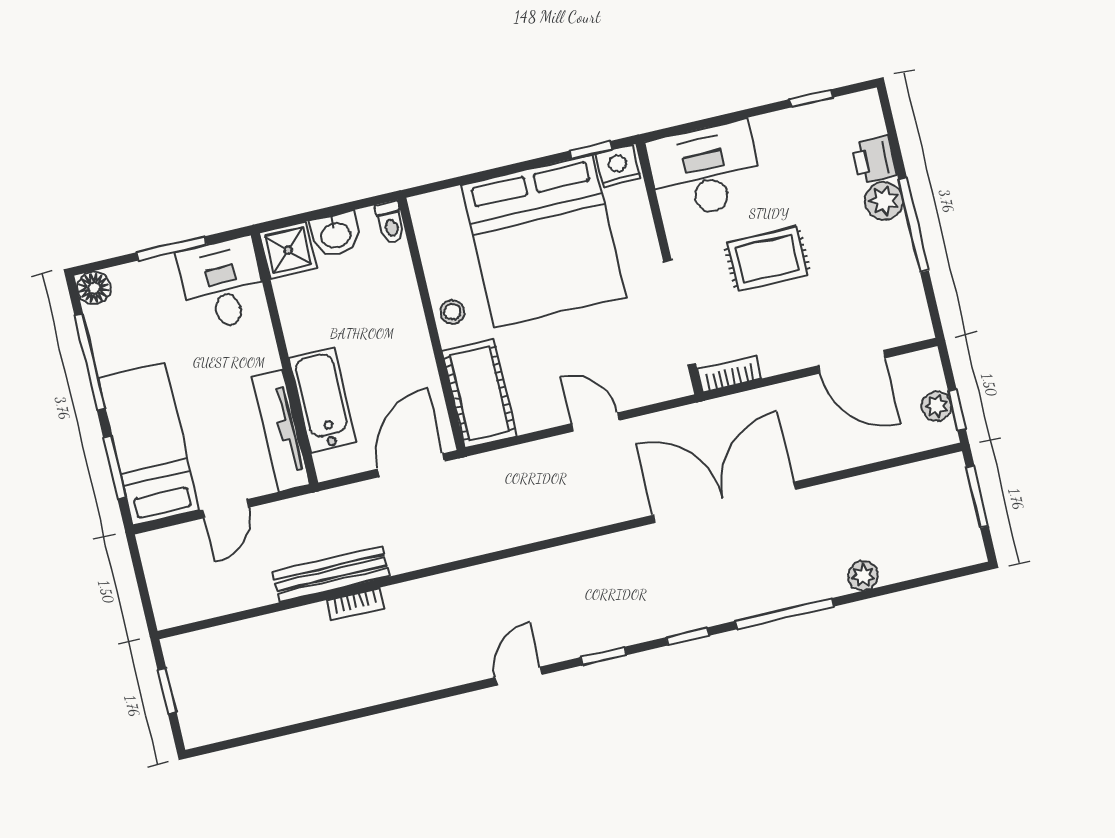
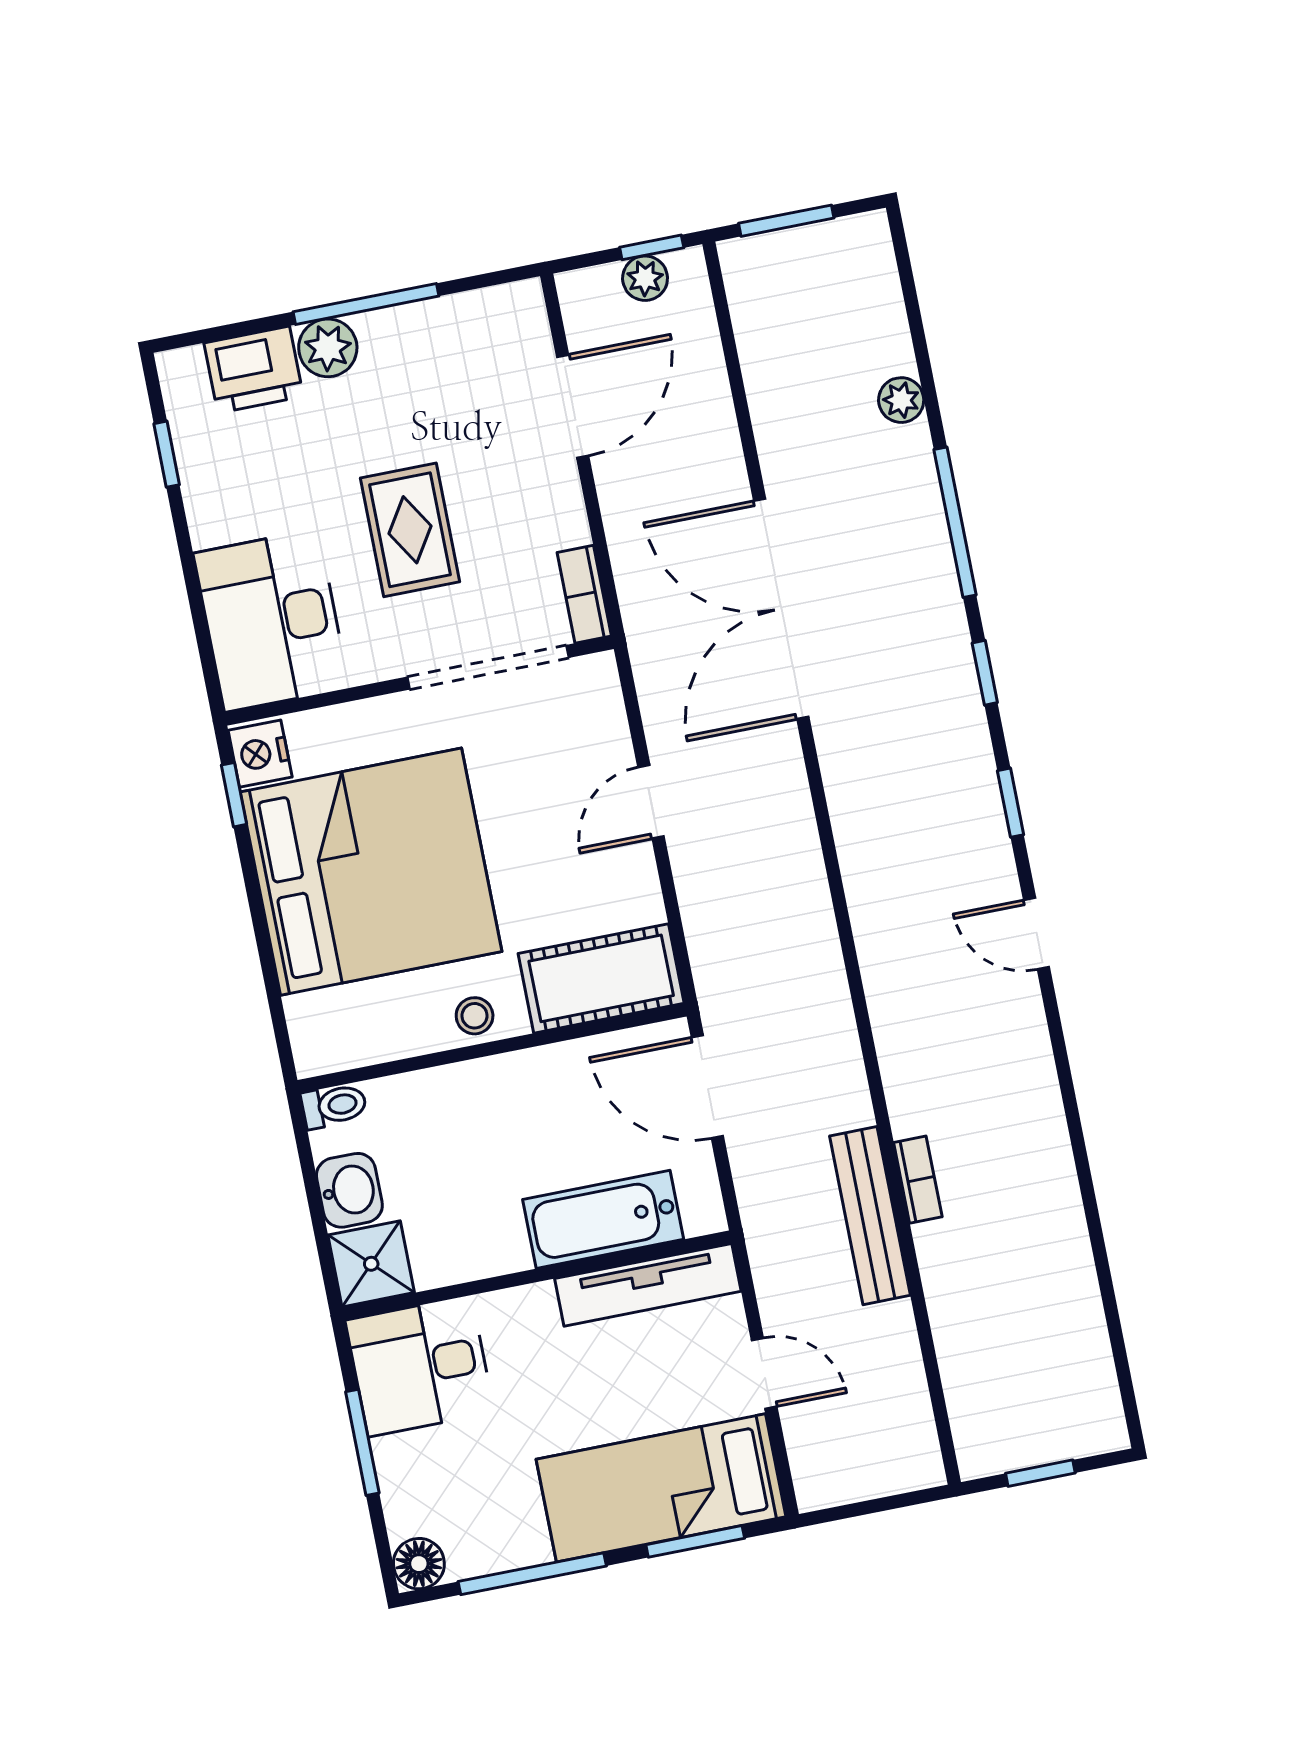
printer: (874, 159) -> (254, 370), width x1.36, depth x1.24

